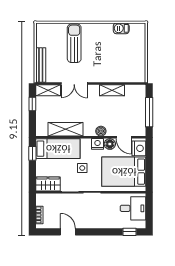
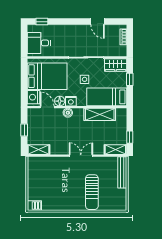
barbecue: (121, 28) -> (34, 206), moved
double door: (74, 84) -> (81, 156), moved
shelving: (112, 90) -> (38, 150), moved
window: (149, 112) -> (24, 130), width x0.46
window: (32, 153) -> (130, 79), moved

